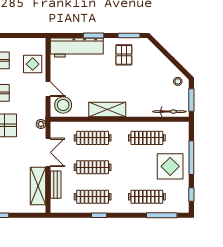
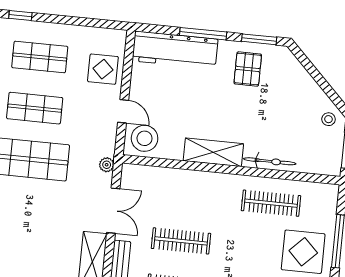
window: (93, 35) -> (203, 34), width x1.44
bicycle: (169, 112) -> (270, 161), moved
clothes rail: (93, 138) -> (186, 195), removed

